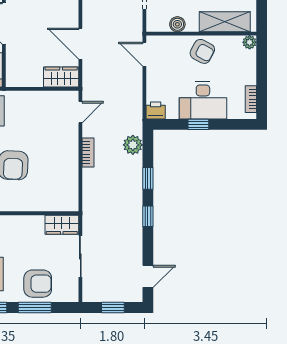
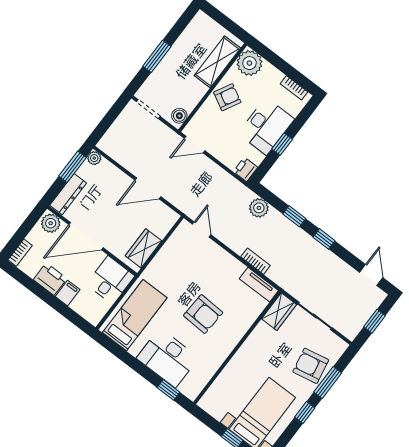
boiler: (177, 24) -> (179, 116), moved
plant: (250, 42) -> (249, 63), width x1.88, depth x1.88
wardrobe: (61, 77) -> (143, 248), moved
bookcase: (88, 152) -> (256, 261), moved
tv unit: (71, 192) -> (259, 285), added
armchair: (38, 284) -> (311, 366), turned -101

